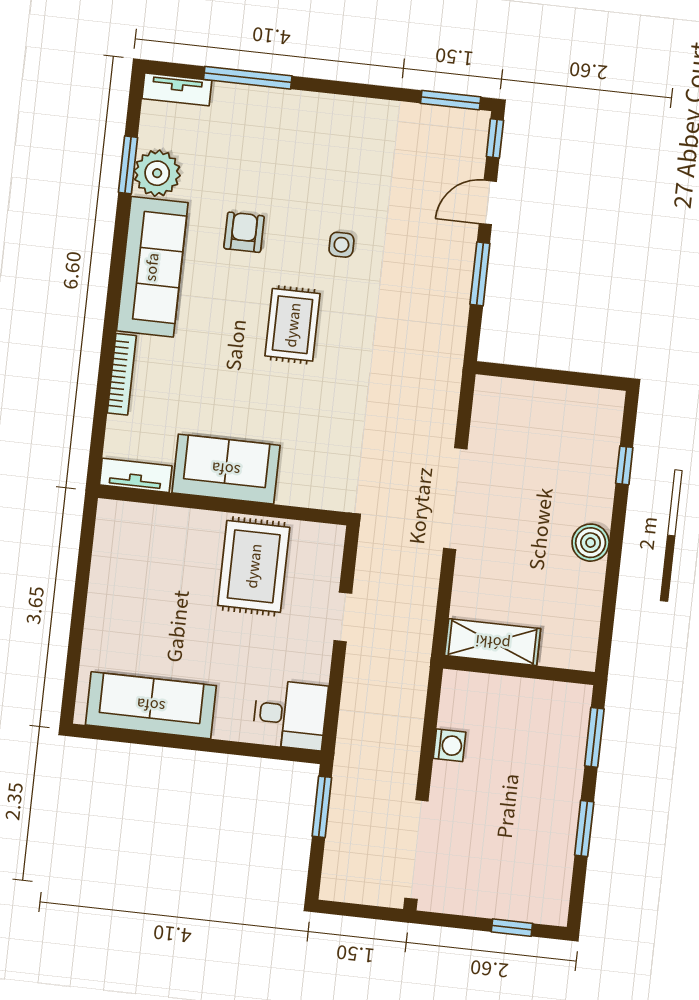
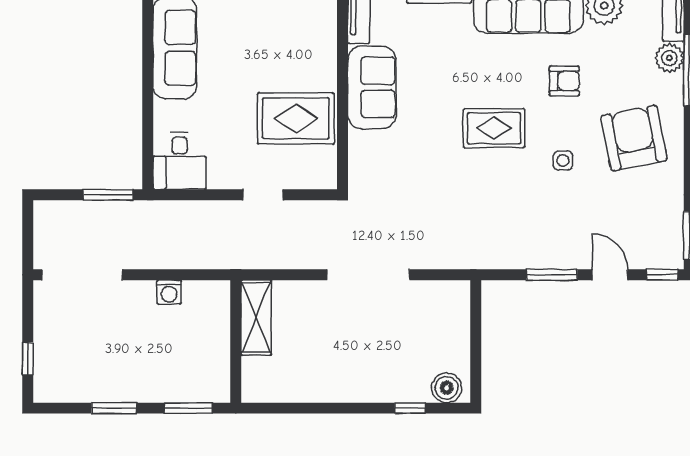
plant: (230, 100) -> (669, 58), added
armchair: (324, 154) -> (634, 138), added
boiler: (591, 543) -> (447, 388), moved

